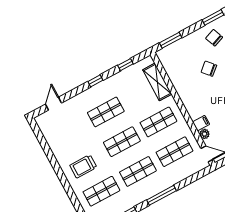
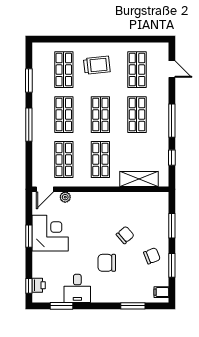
window: (171, 40) -> (172, 226), moved
window: (95, 81) -> (172, 121), width x2.17
filing cabinet: (201, 123) -> (77, 199), removed
shop shelf: (69, 132) -> (137, 70), added
trolley: (83, 166) -> (97, 65), turned 84

